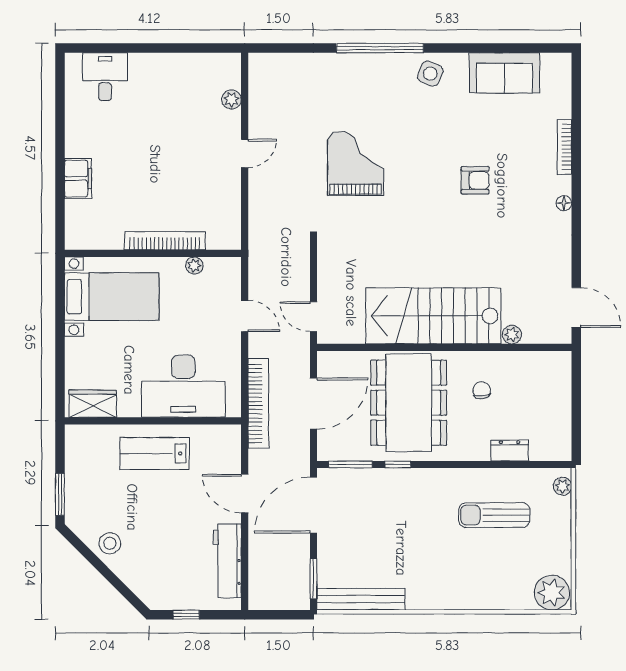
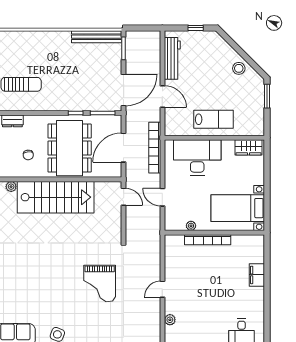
armchair: (475, 180) -> (32, 274), removed

